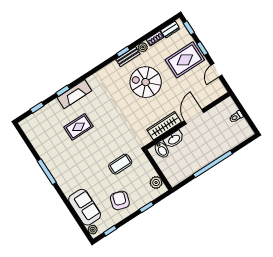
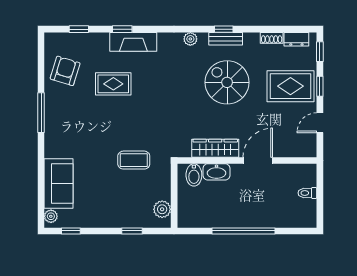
plant: (143, 47) -> (190, 39), moved
armchair: (120, 200) -> (65, 71), moved

